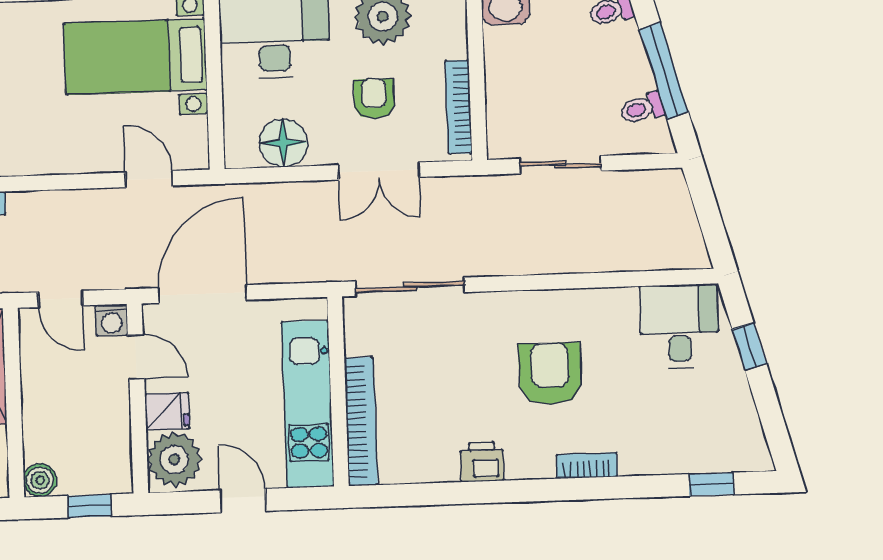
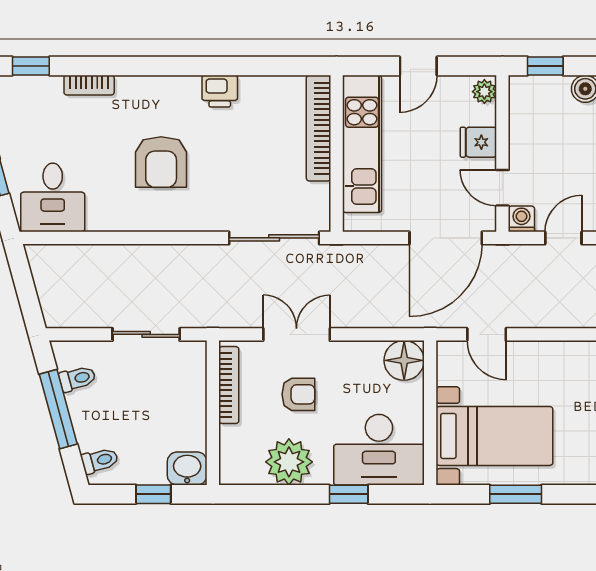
armchair: (374, 99) -> (298, 394), turned -90
floor lamp: (283, 143) -> (404, 360), moved
door: (60, 299) -> (563, 238), hinge flipped
plant: (174, 459) -> (484, 92), width x0.53, depth x0.53
bookcase: (587, 466) -> (89, 85), moved
door: (243, 501) -> (418, 66), hinge flipped

